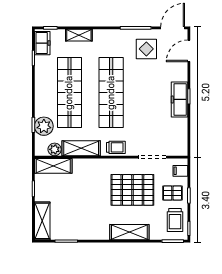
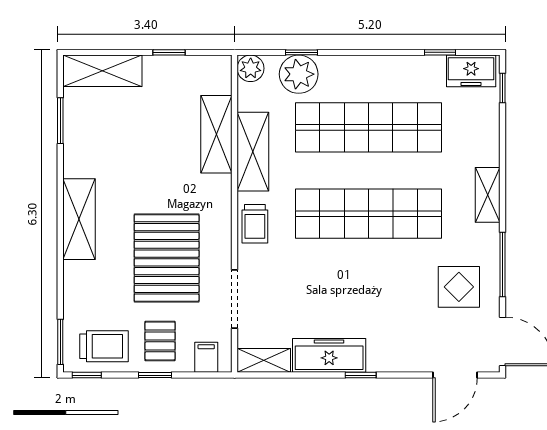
shelving: (79, 35) -> (488, 195), moved
door: (189, 51) -> (455, 375), swing flipped
freezer: (179, 99) -> (329, 355), moved
shelving: (182, 143) -> (264, 360), added
plant: (55, 149) -> (251, 68), moved
shelving: (53, 166) -> (216, 134), moved
trolley: (175, 220) -> (104, 346), turned 180
shelving: (129, 232) -> (79, 219), moved

